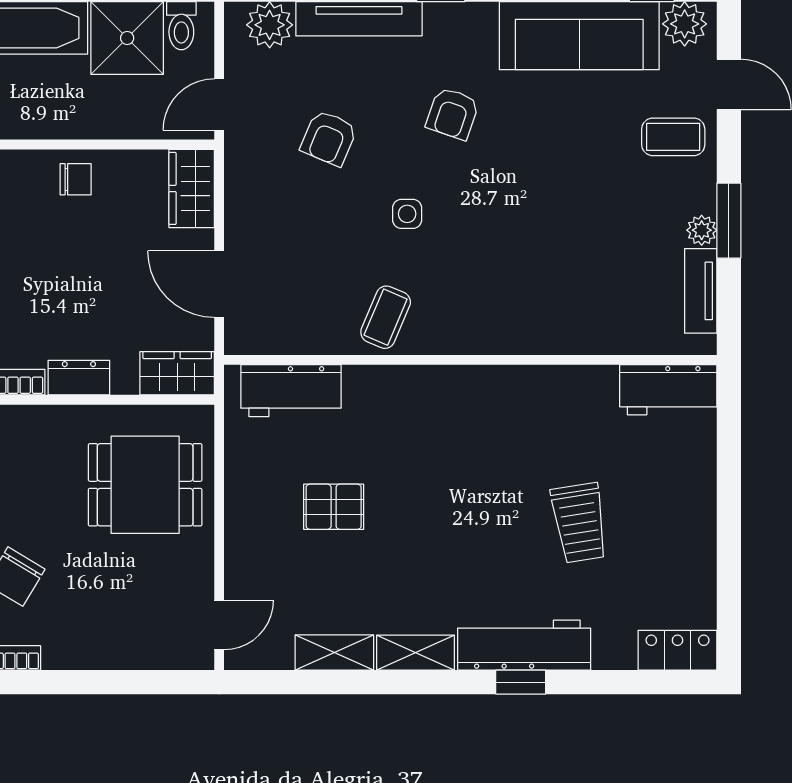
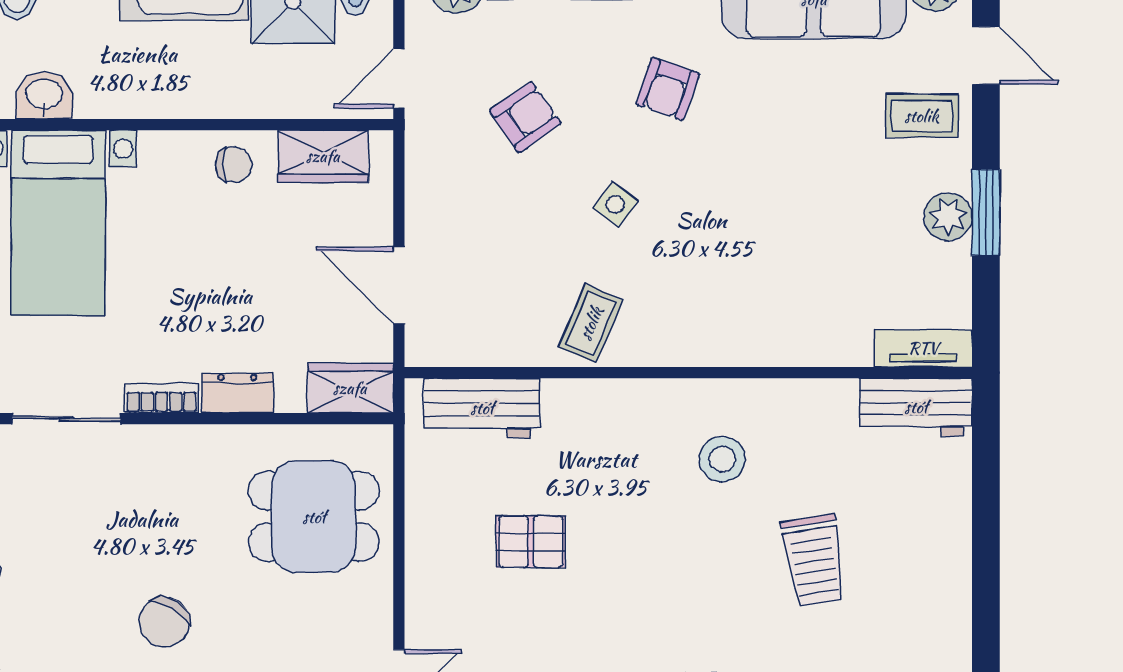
armchair: (329, 138) -> (525, 117), turned -148
wardrobe: (192, 188) -> (323, 156), moved, turned -90
side table: (407, 214) -> (615, 204), turned 37
plant: (702, 230) -> (948, 217), width x1.38, depth x1.38
tv unit: (701, 291) -> (923, 348), moved, turned 90
stool: (500, 435) -> (722, 459), added

